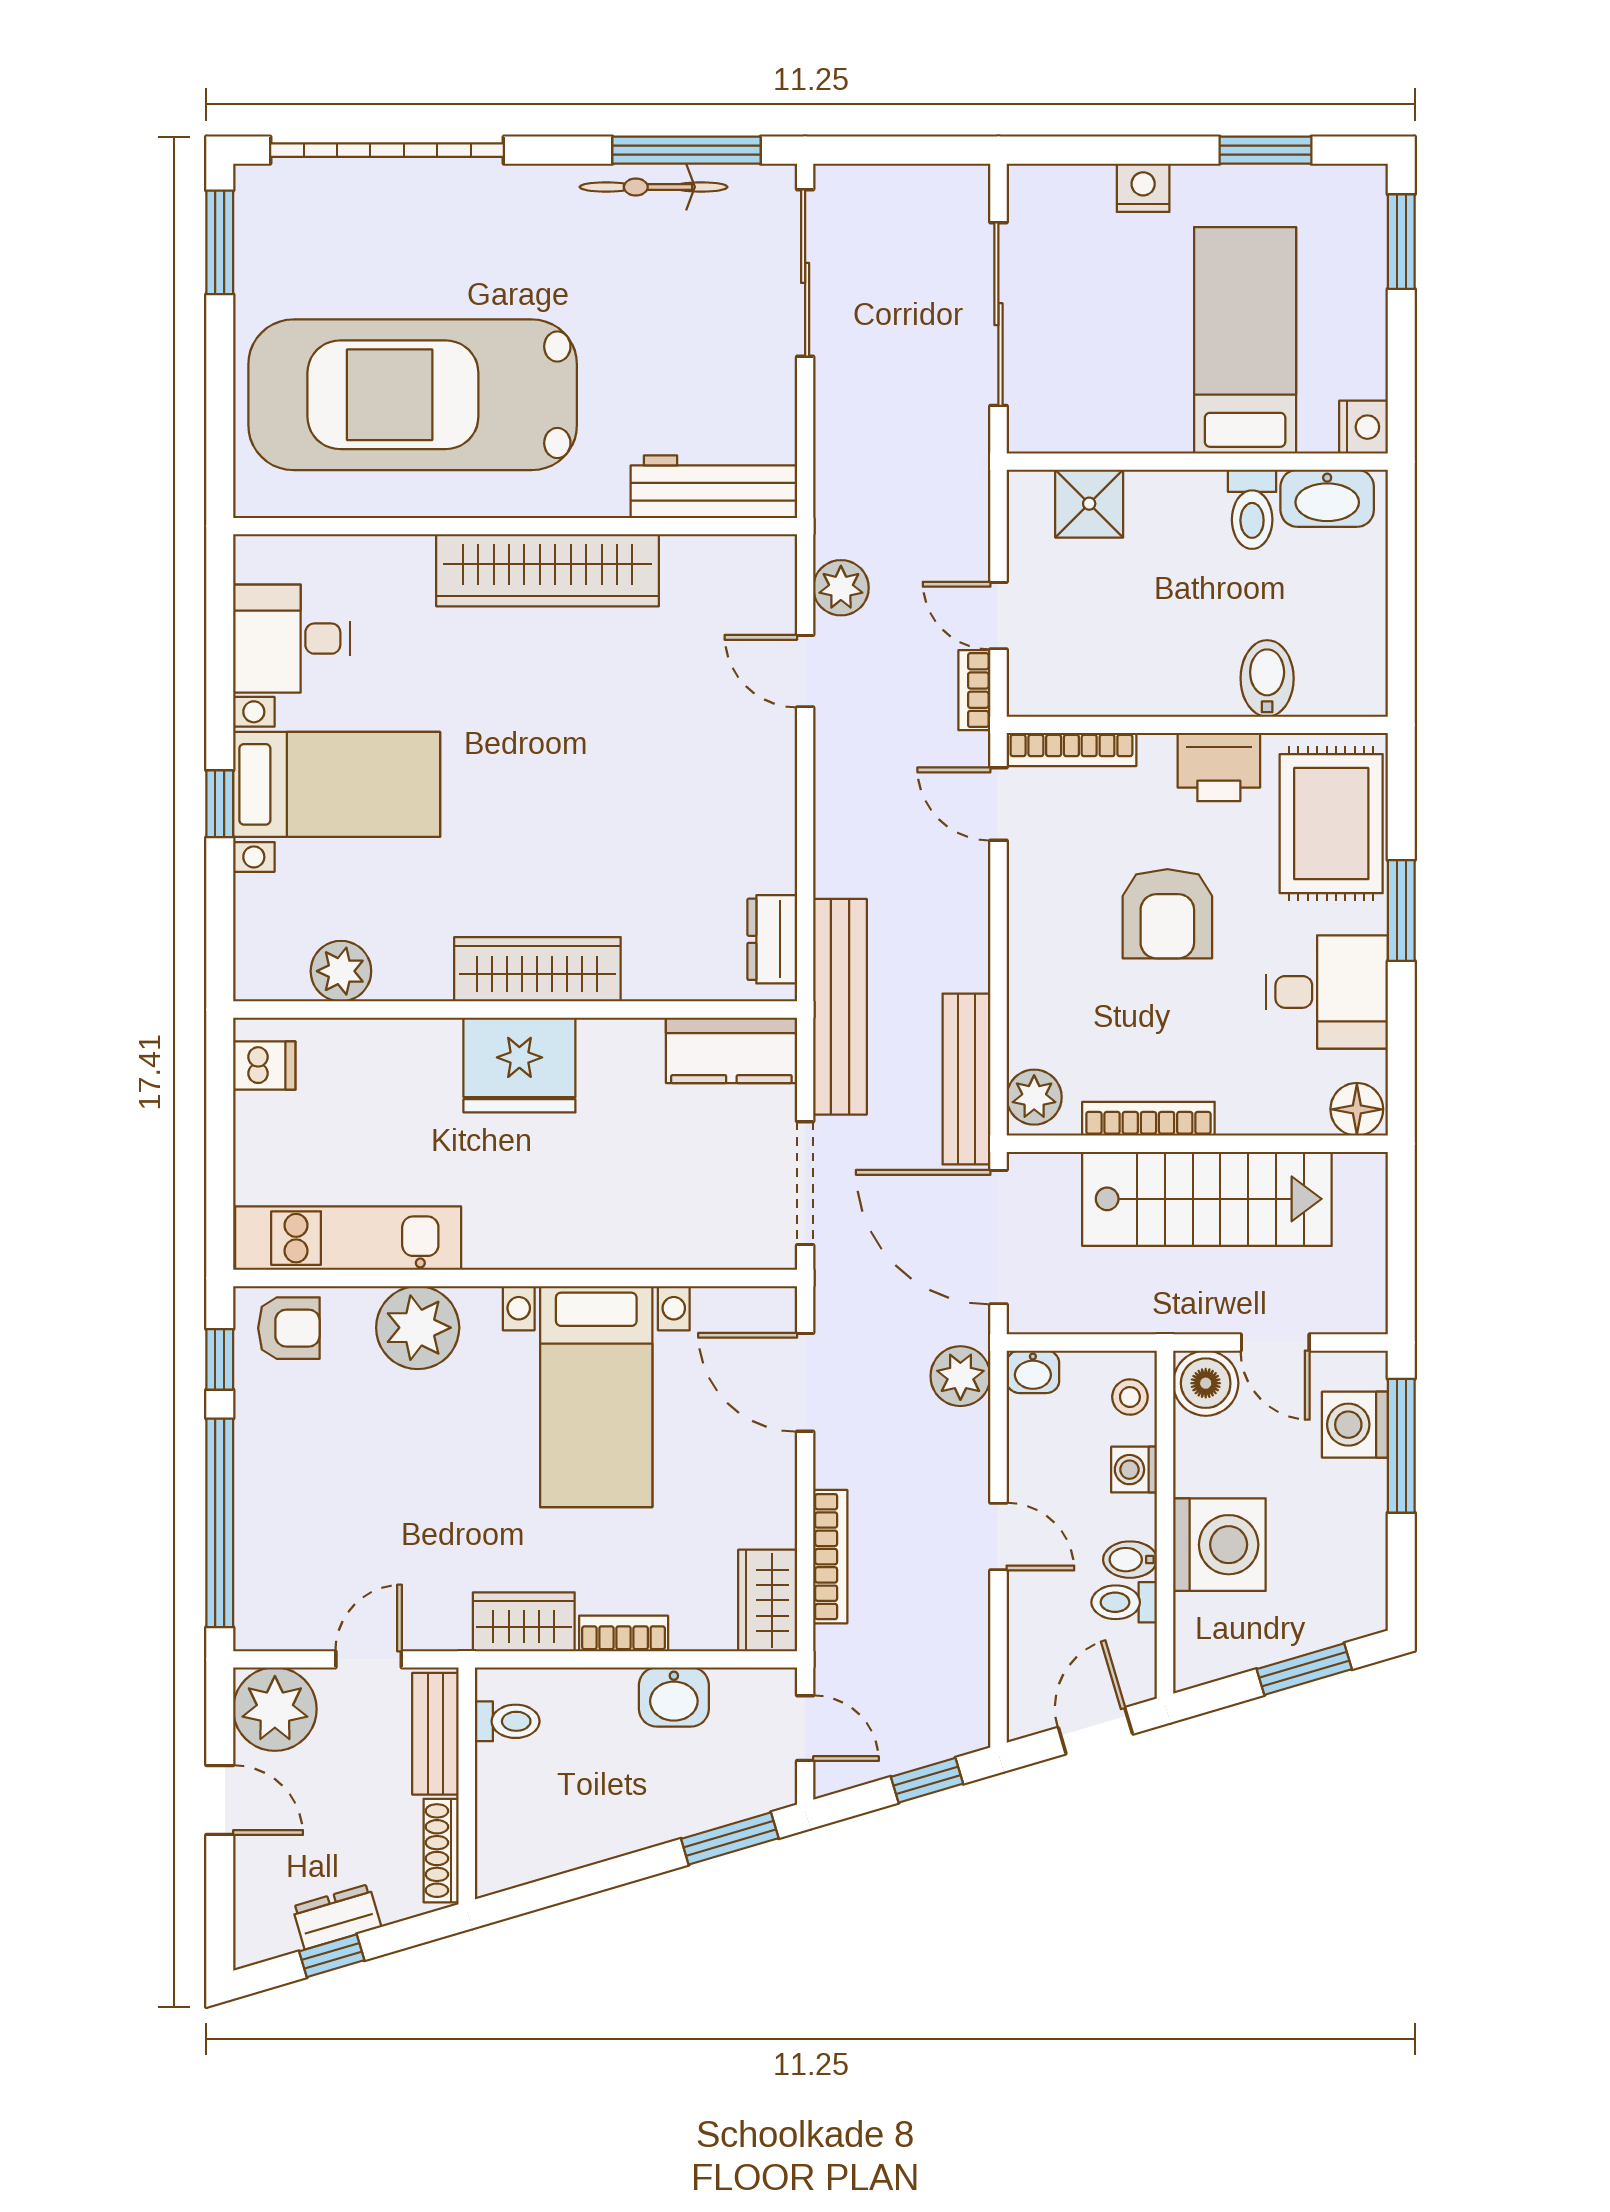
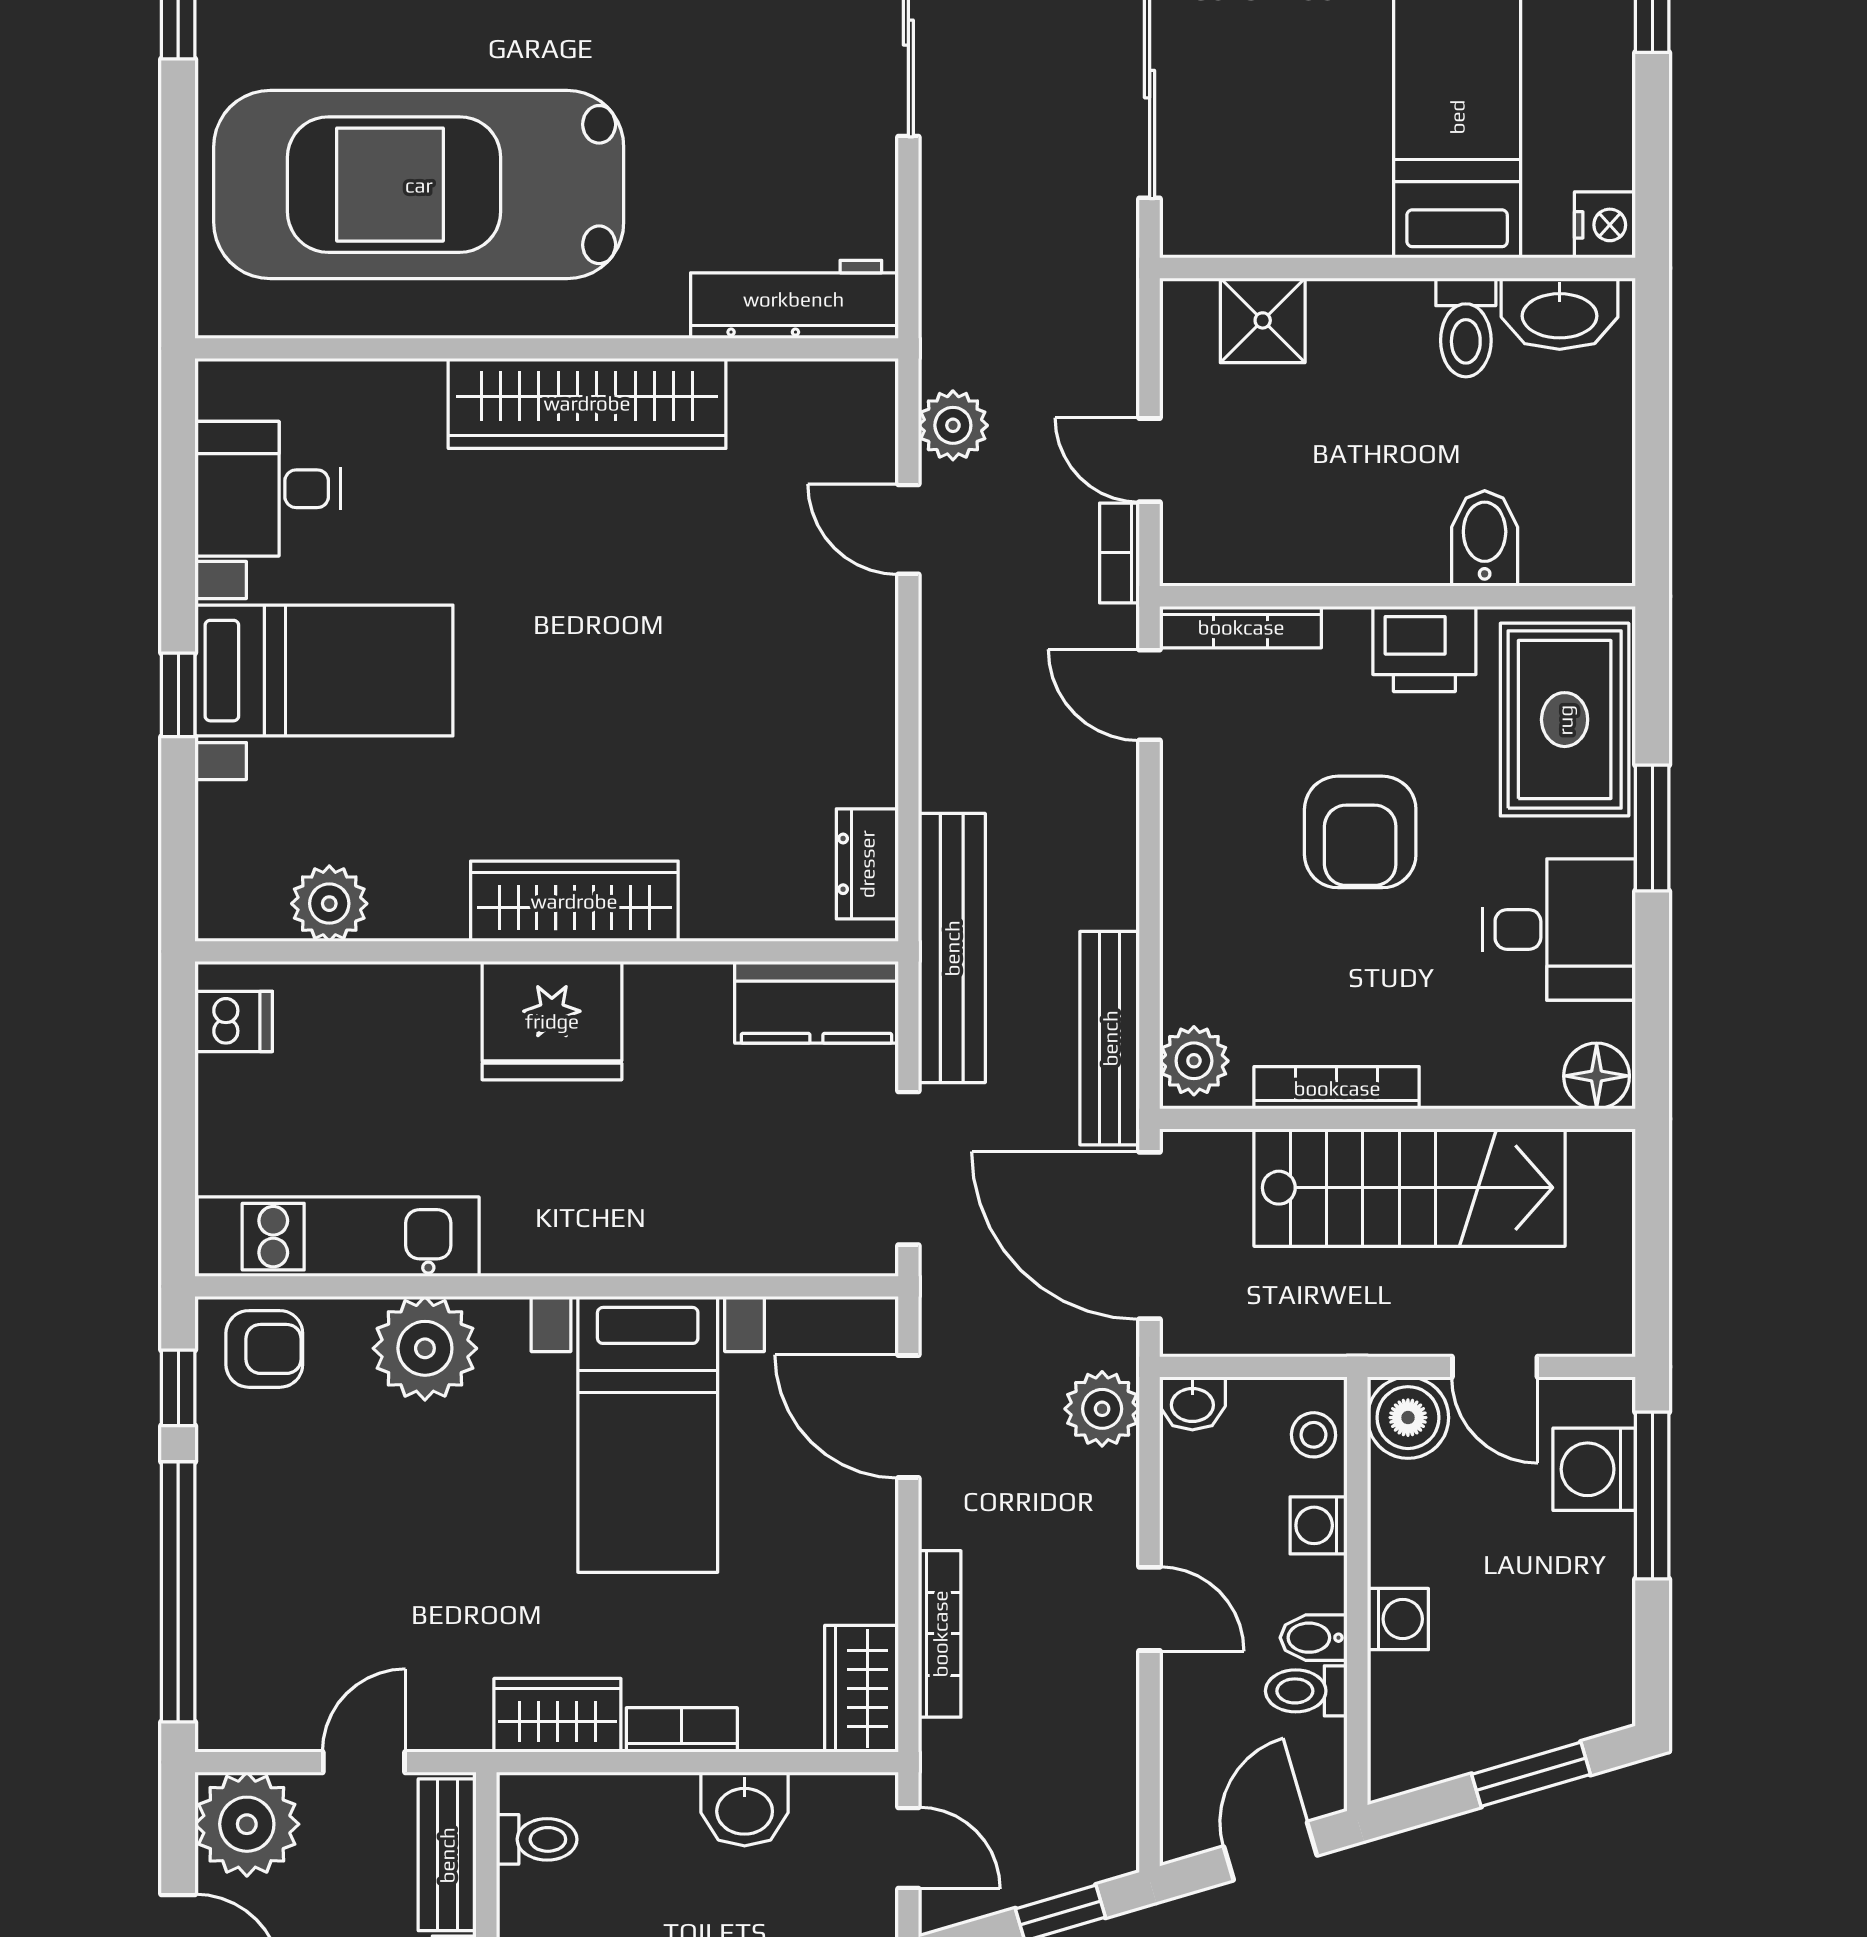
washing machine: (1219, 1545) -> (1398, 1619), width x0.53, depth x0.53

